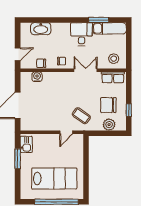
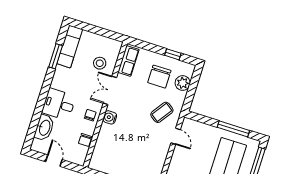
desk: (81, 34) -> (59, 104), moved
door: (18, 54) -> (54, 161), moved
stool: (114, 59) -> (100, 63), moved
water cooler: (37, 77) -> (110, 117), moved
window: (86, 175) -> (233, 129), added

